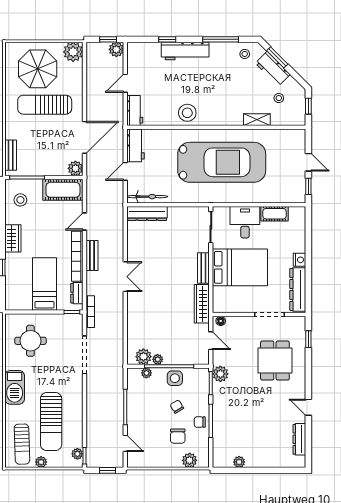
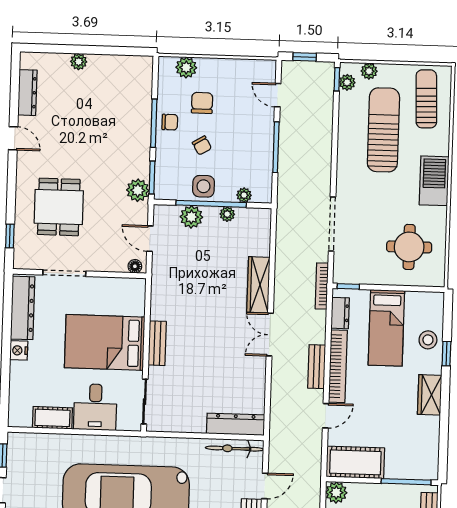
stool: (20, 200) -> (428, 340), moved
wardrobe: (202, 304) -> (258, 285), moved, turned 180
plant: (143, 357) -> (191, 217), moved
plant: (41, 462) -> (369, 71), moved
plant: (239, 462) -> (79, 62), moved

